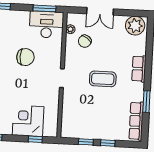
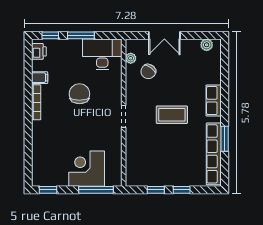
window: (44, 8) -> (81, 35), moved
plant: (135, 26) -> (207, 45), width x0.53, depth x0.53
chair: (25, 57) -> (79, 94), turned -90
row of seats: (136, 121) -> (214, 154), width x1.36
window: (35, 139) -> (96, 190), width x2.17

